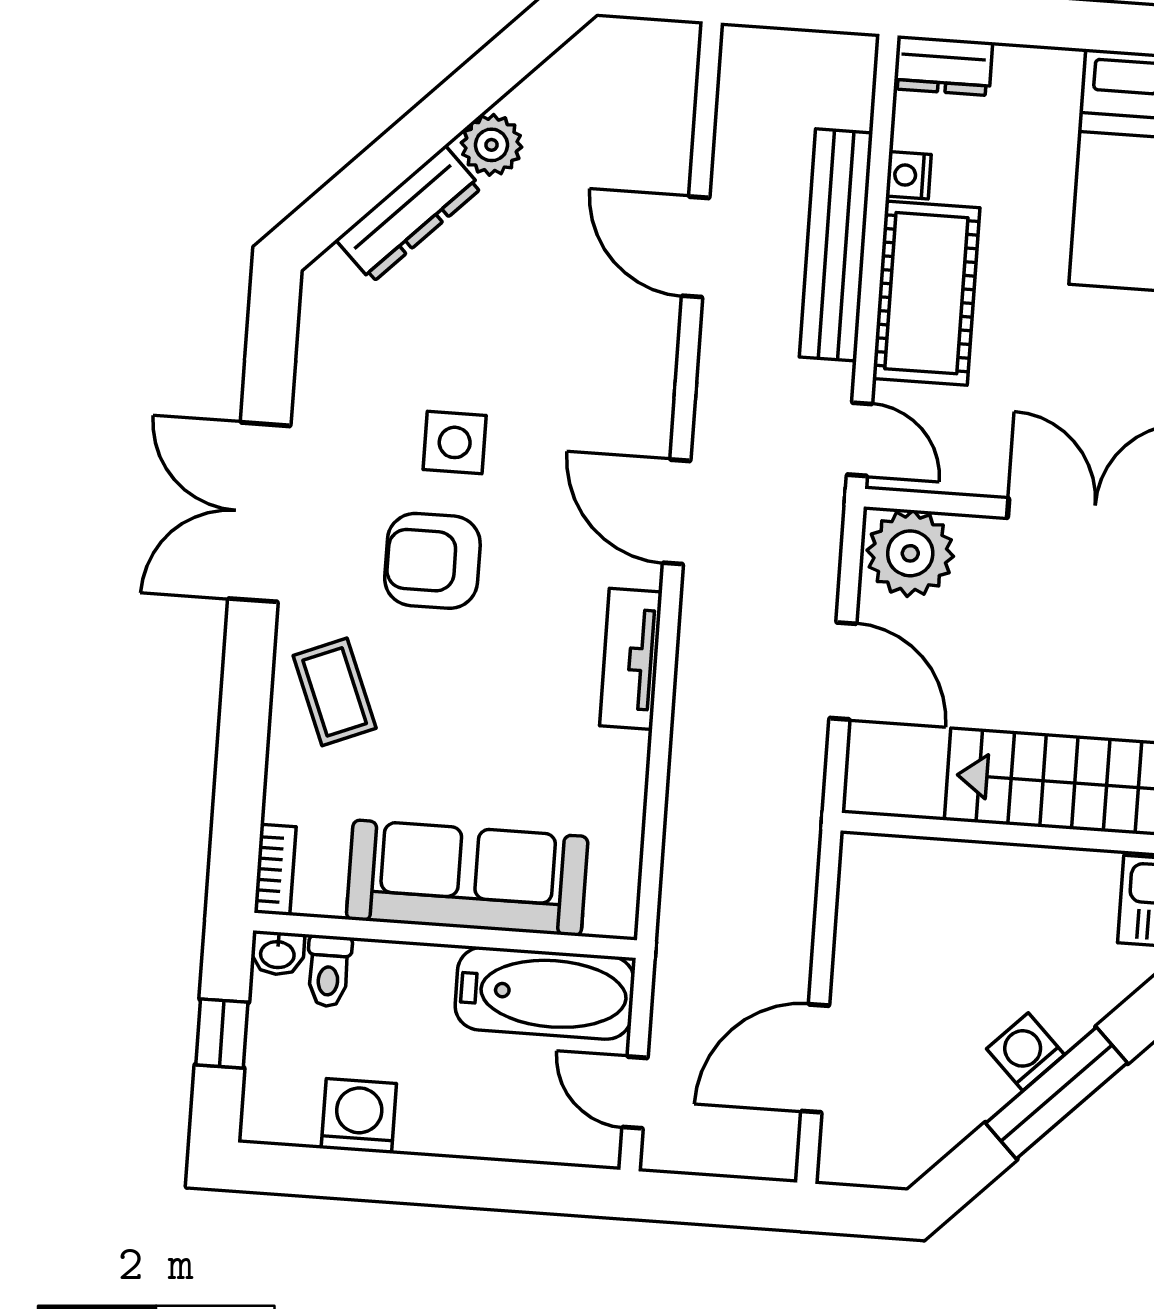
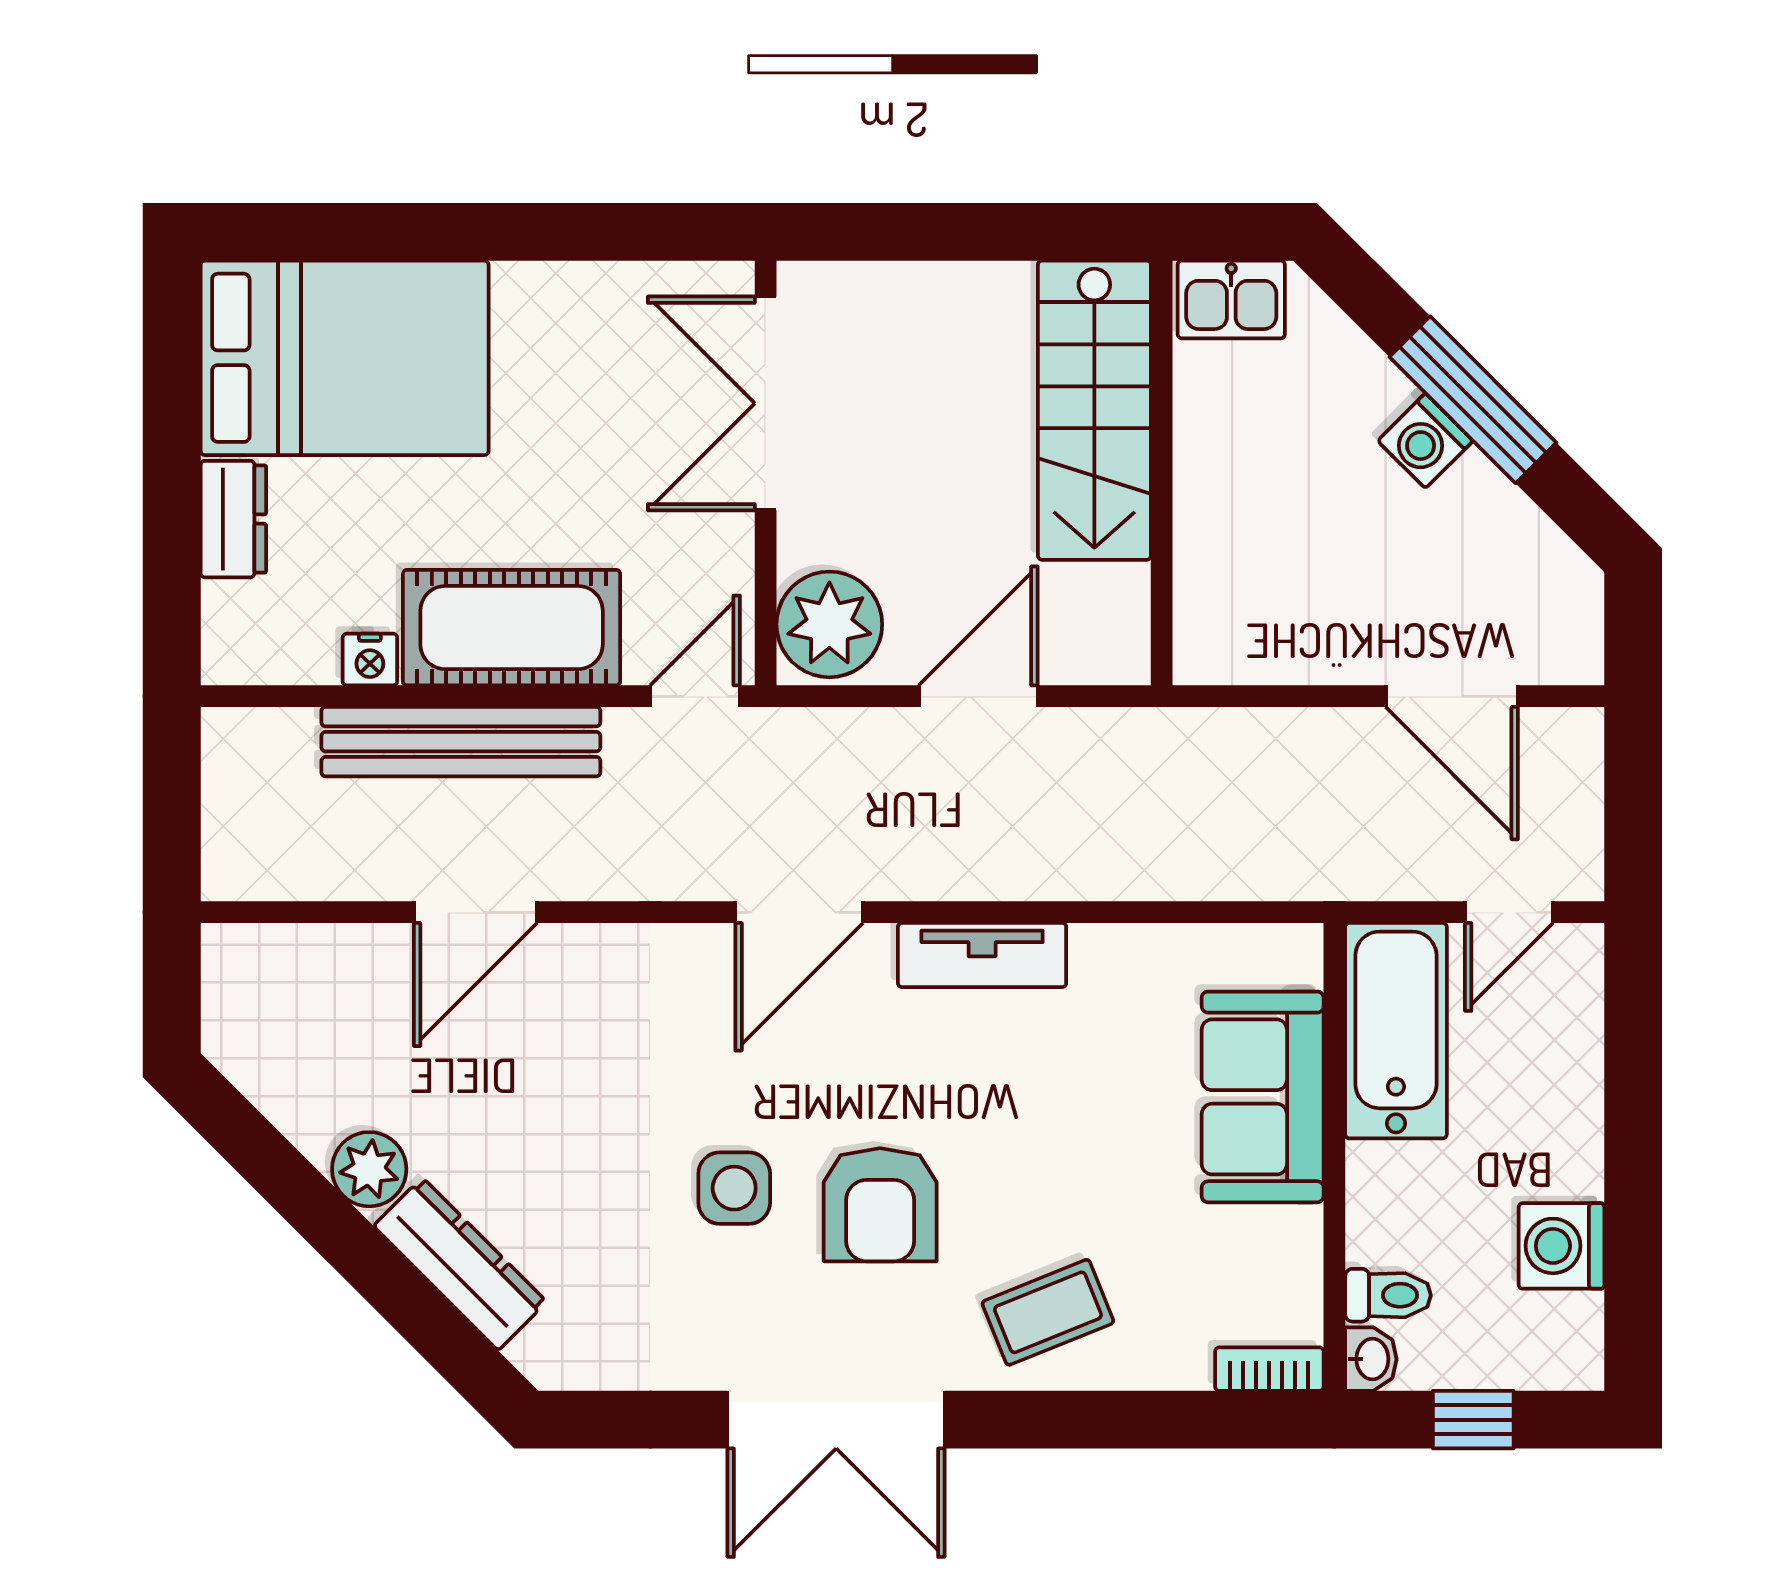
dresser: (943, 66) -> (233, 519), moved
sofa: (467, 878) -> (1263, 1097), width x0.73

